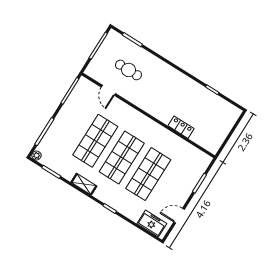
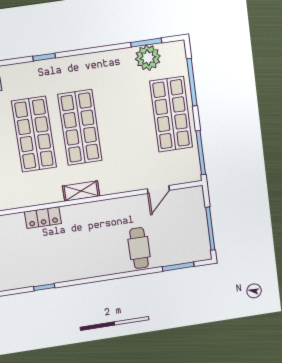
cafe table: (129, 70) -> (139, 248), moved, turned 90
door: (108, 90) -> (158, 190), swing flipped
shop shelf: (95, 141) -> (171, 114), moved
plant: (37, 155) -> (148, 58), moved, width x1.87, depth x1.87
shelving: (84, 184) -> (81, 191), moved

